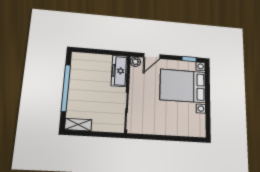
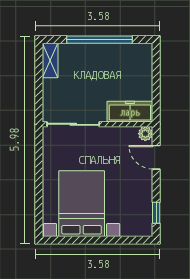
bed with nightstands: (183, 86) -> (82, 204), moved

